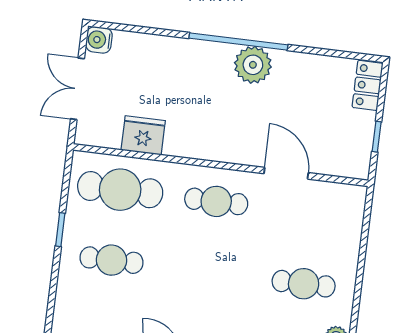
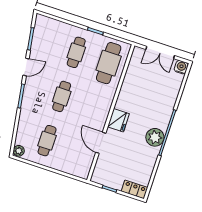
double door: (77, 89) -> (160, 52), swing flipped
fridge: (143, 135) -> (118, 120), moved
door: (286, 173) -> (101, 143), swing flipped
cafe table: (216, 201) -> (62, 96), moved

